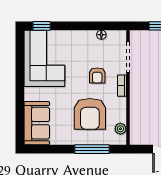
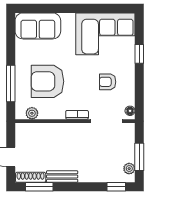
window: (42, 26) -> (139, 54), moved
floor lamp: (101, 35) -> (130, 111), moved
armchair: (97, 75) -> (108, 82), moved

